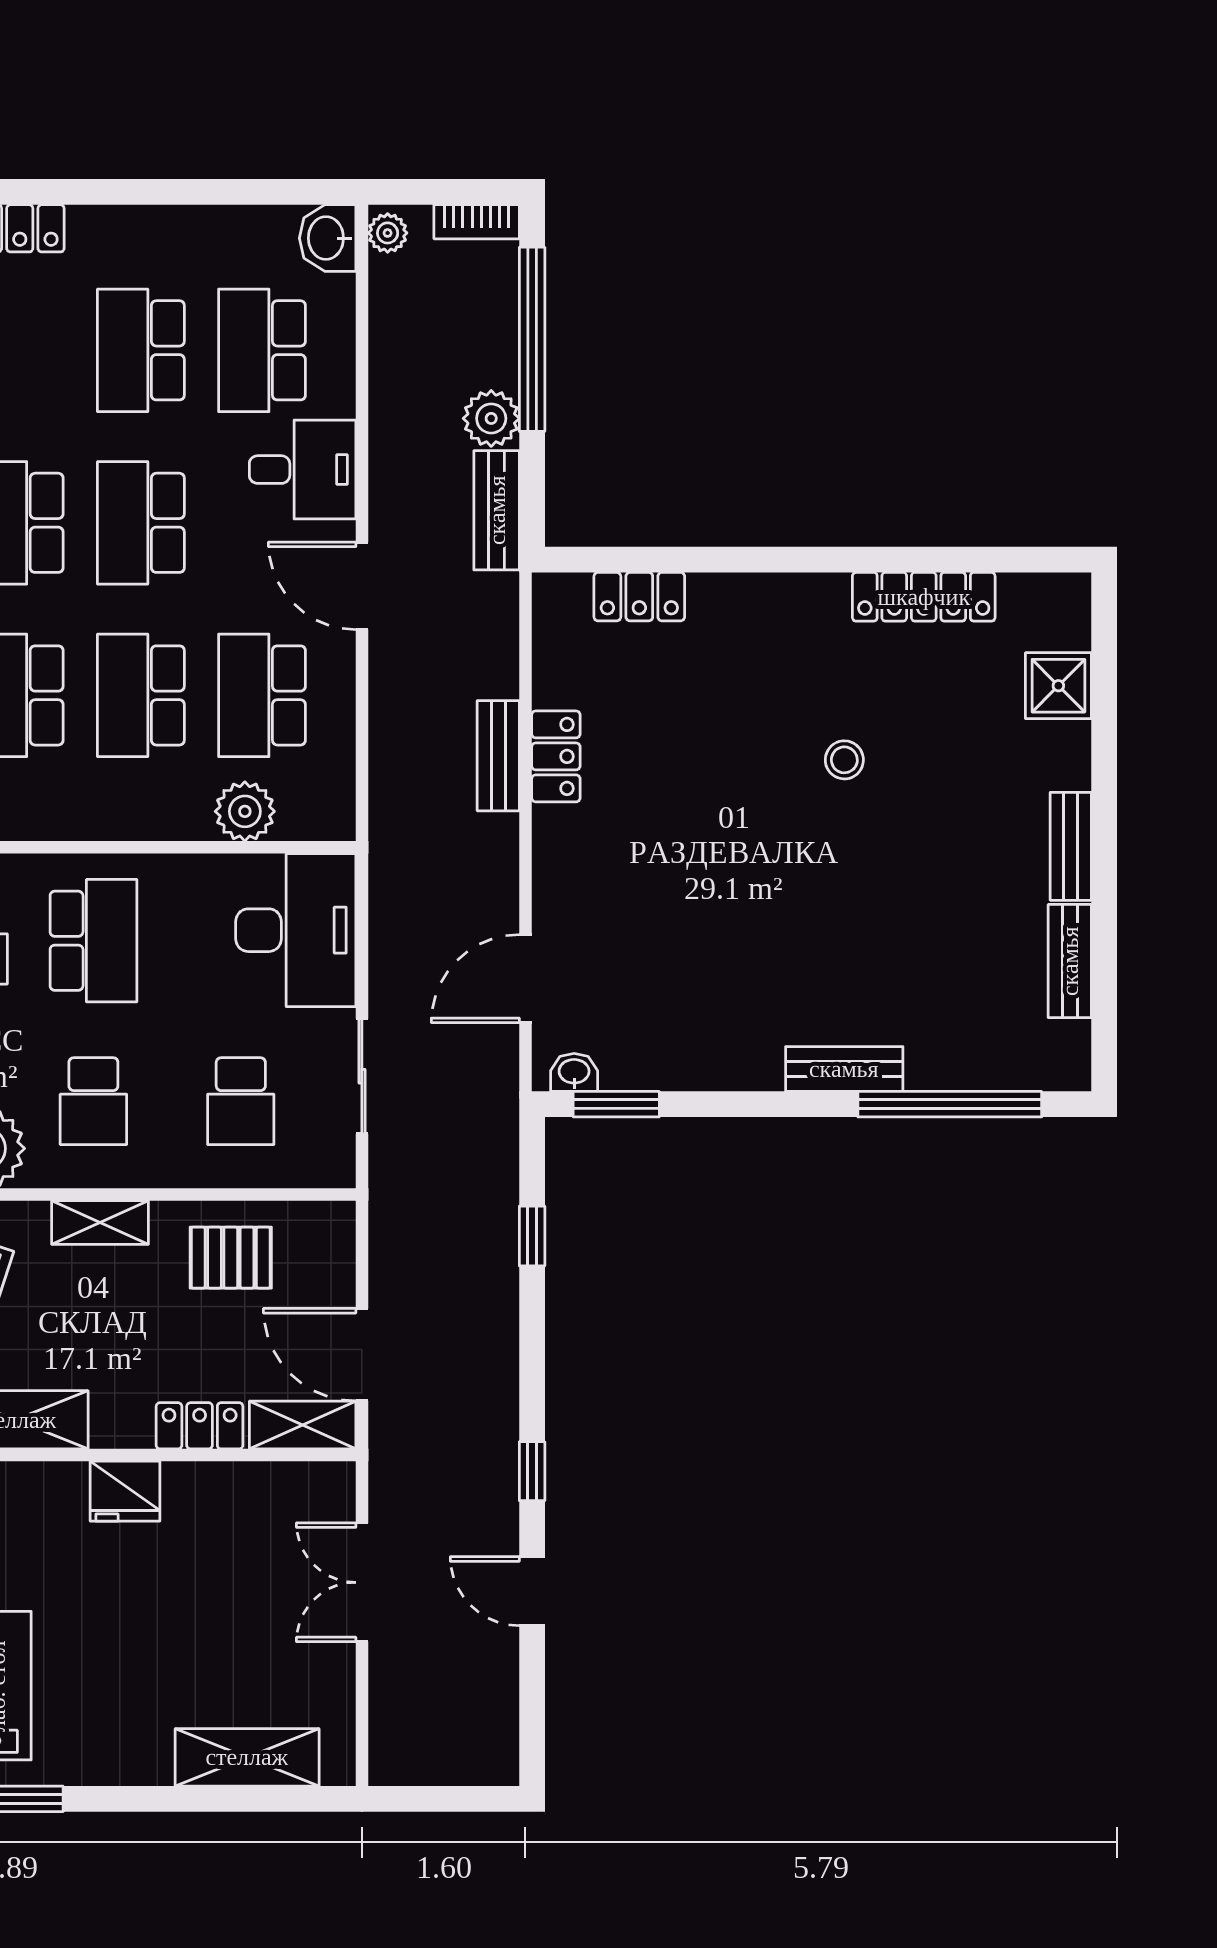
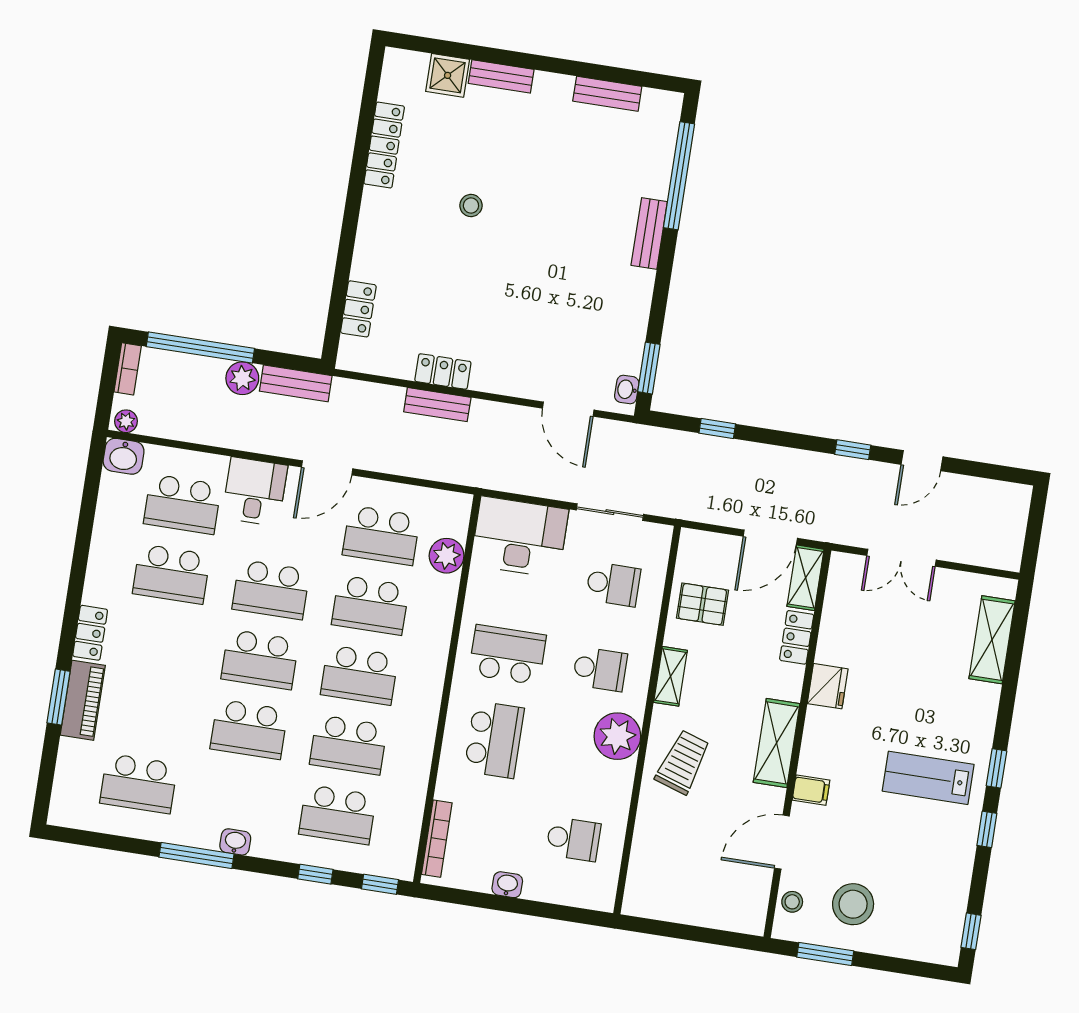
bench: (1071, 846) -> (501, 76), moved
pallet: (231, 1258) -> (703, 604), turned 90

